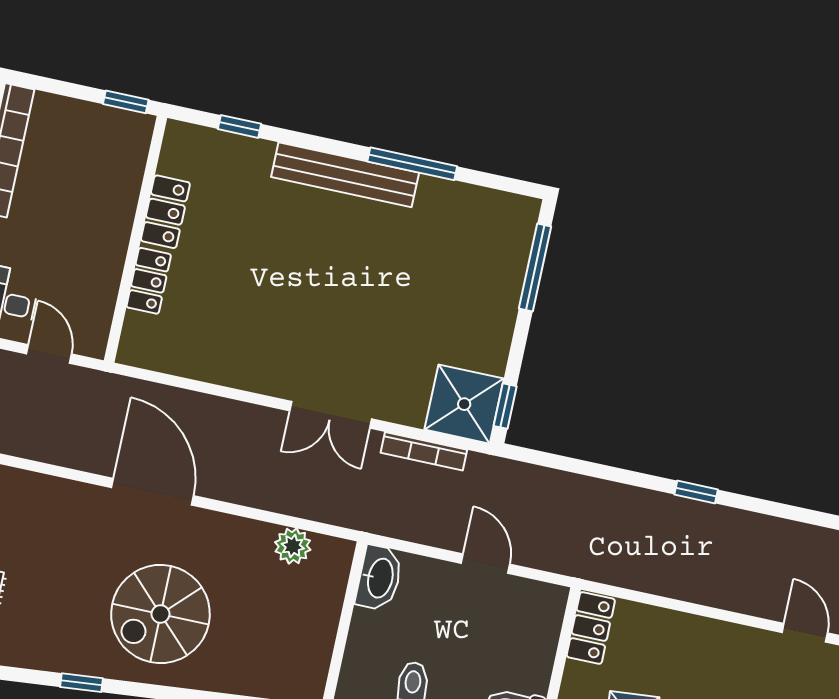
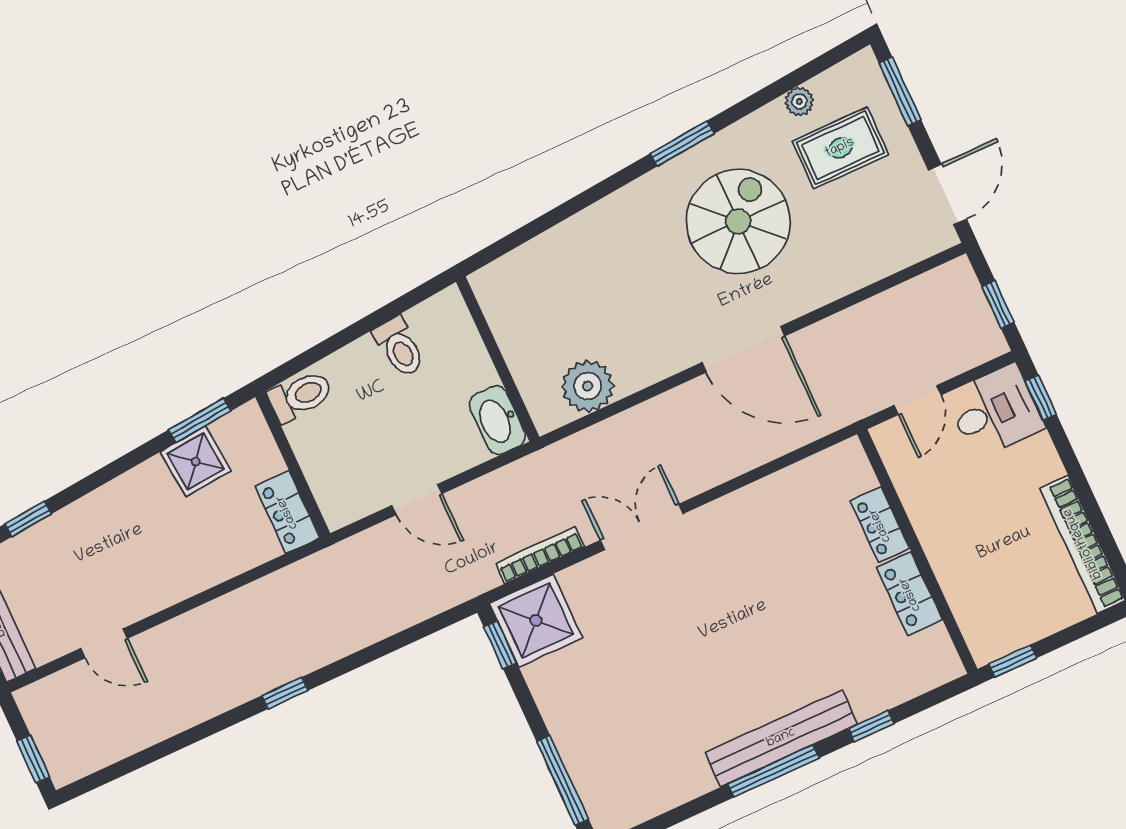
window: (240, 126) -> (871, 726), moved
window: (412, 164) -> (773, 771), moved
door: (49, 354) -> (918, 400), hinge flipped
plant: (293, 546) -> (588, 386), width x1.36, depth x1.36
spiral stairs: (160, 614) -> (738, 221), moved
window: (81, 683) -> (682, 143), width x1.50

